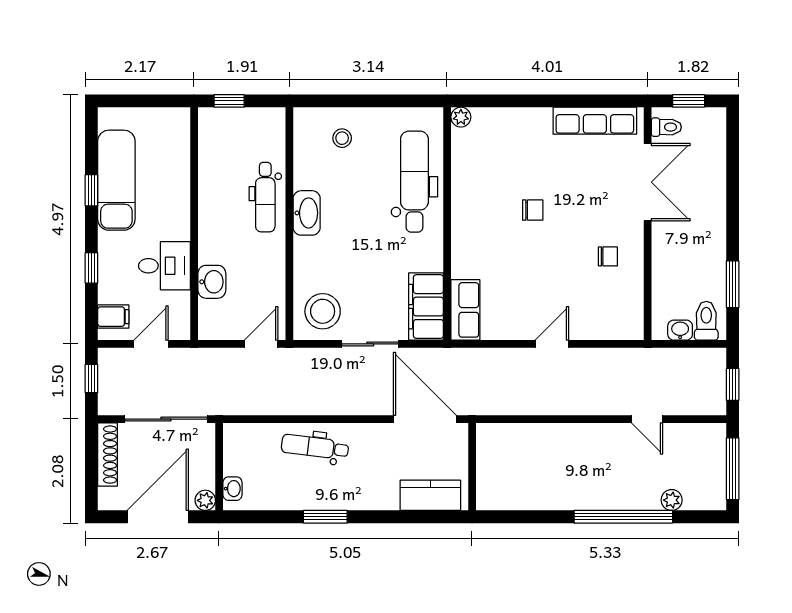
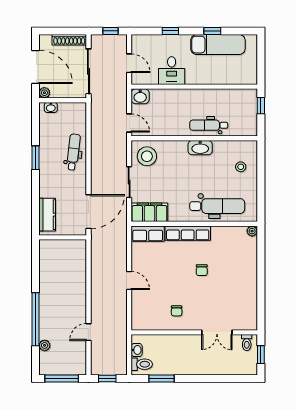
row of seats: (595, 121) -> (188, 233), moved, turned -90
double door: (648, 182) -> (217, 332), width x0.73
washbasin: (212, 282) -> (140, 96), moved
filing cabinet: (113, 317) -> (144, 43), removed

